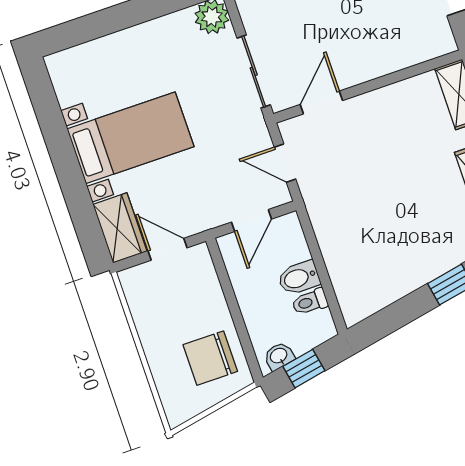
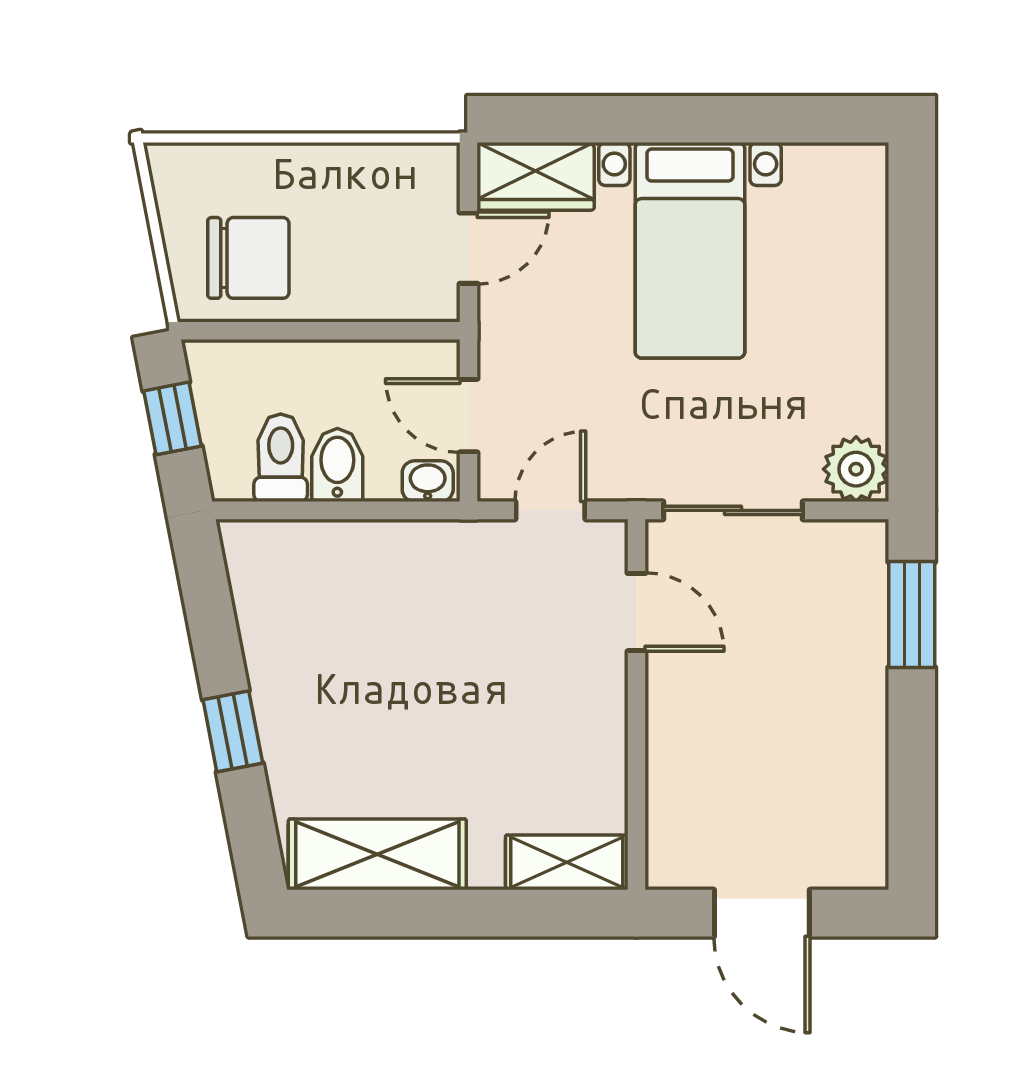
toilet: (310, 302) -> (281, 458), width x1.37, depth x1.39
washbasin: (279, 356) -> (428, 481), moved, turned -79
chair: (210, 358) -> (248, 258), turned 90

